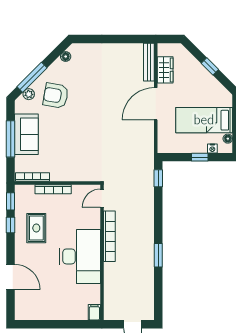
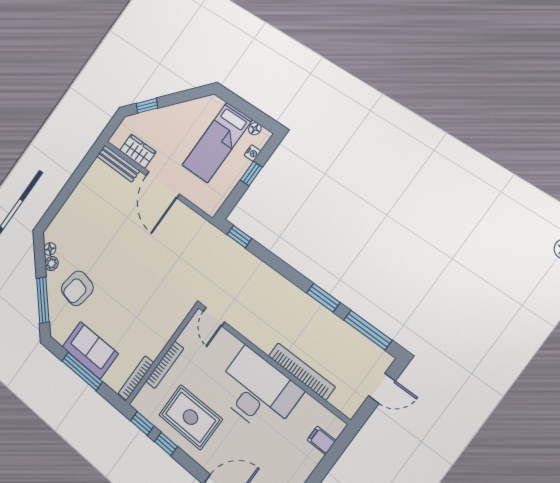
window: (210, 66) -> (147, 106), moved
plant: (29, 94) -> (52, 264), moved
rug: (36, 228) -> (190, 417), width x1.36, depth x1.43
bookcase: (109, 236) -> (302, 371), moved
window: (158, 294) -> (368, 330), added
filing cabinet: (94, 312) -> (321, 440), moved

